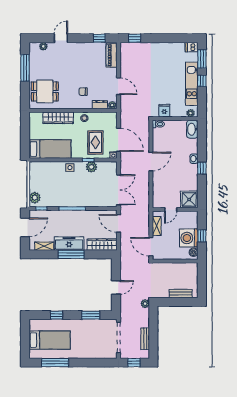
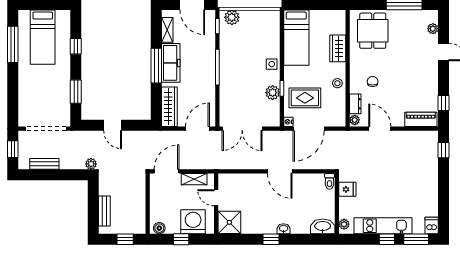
door: (118, 86) -> (380, 129), swing flipped
wardrobe: (58, 118) -> (338, 48), width x0.67
washing machine: (189, 238) -> (193, 222), moved
window: (202, 278) -> (125, 239), added

